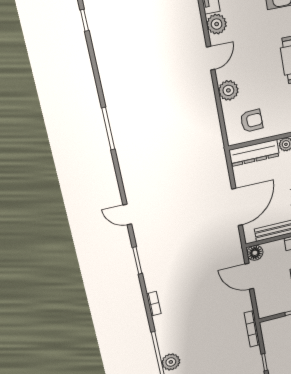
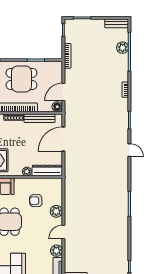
armchair: (252, 121) -> (36, 201), moved
door: (249, 276) -> (63, 92), swing flipped

